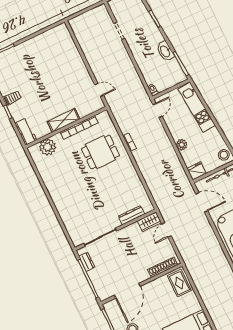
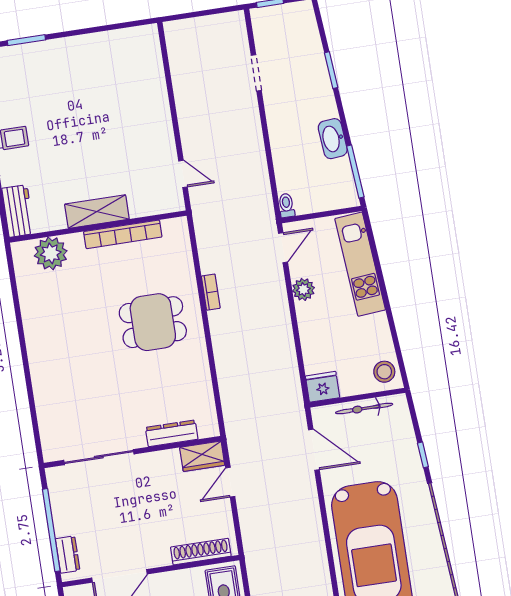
plant: (182, 145) -> (303, 289), moved
dining table: (100, 152) -> (153, 322), moved
dresser: (87, 262) -> (68, 555), moved

